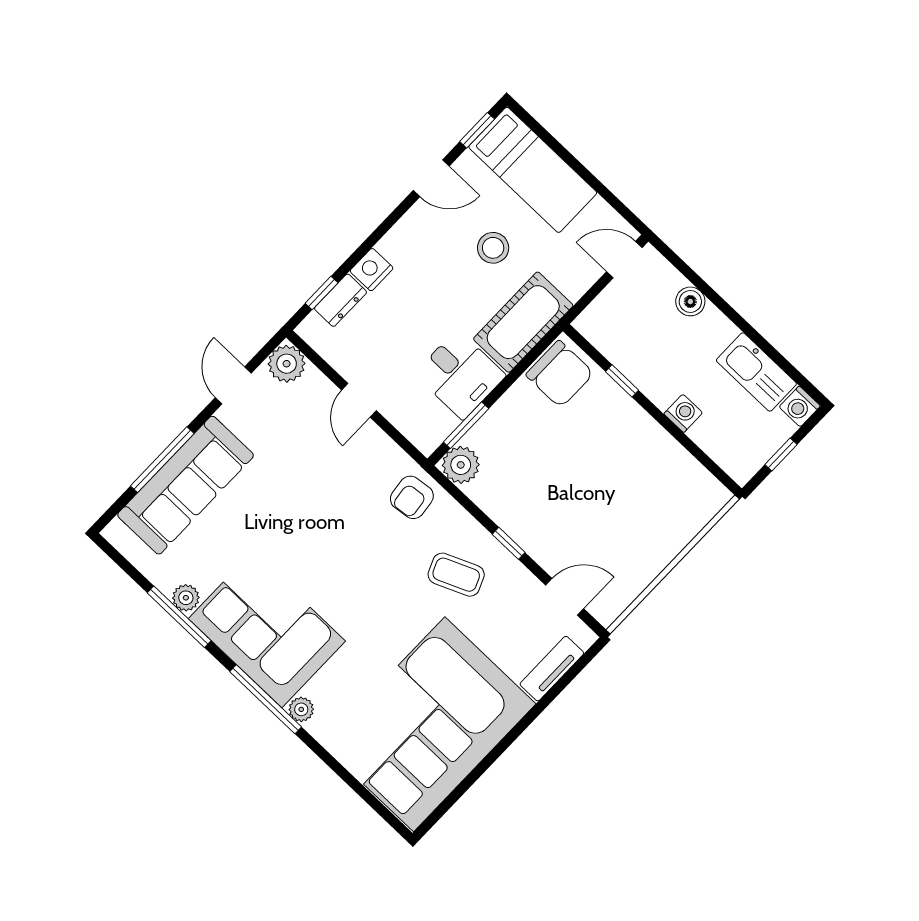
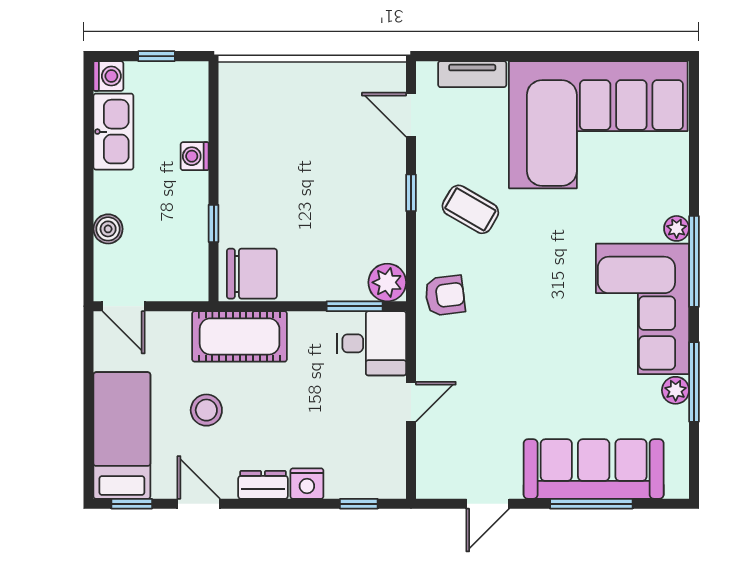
dresser: (341, 300) -> (263, 485), moved
plant: (287, 364) -> (435, 480), removed
chair: (560, 374) -> (252, 274), turned 90
desk: (460, 375) -> (371, 343), moved, turned 90
coffee table: (456, 575) -> (470, 209), turned -37

